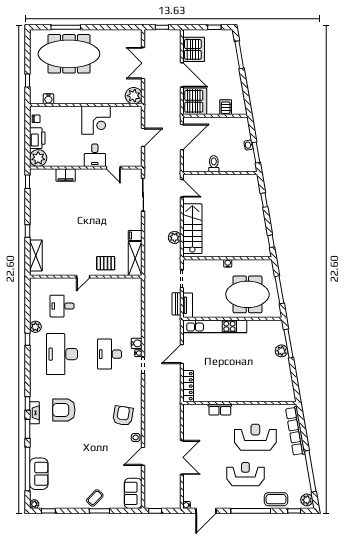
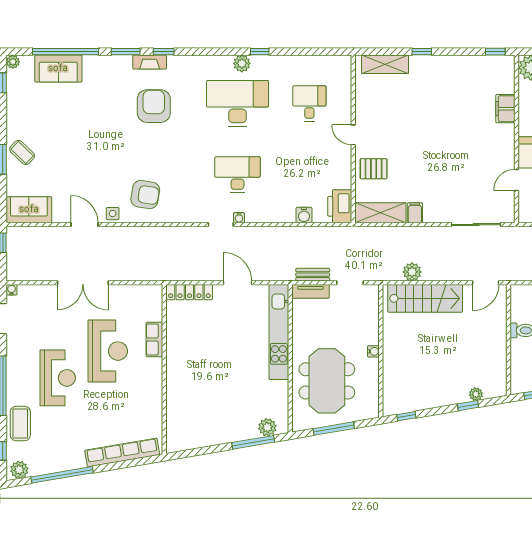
plant: (256, 195) -> (476, 394), added
pallet: (106, 263) -> (374, 169), turned 90
printer: (131, 286) -> (340, 206), added
plant: (35, 327) -> (242, 63), moved
water cooler: (137, 343) -> (304, 215), moved
plant: (281, 351) -> (267, 427), moved
reception desk: (255, 437) -> (108, 351), moved

